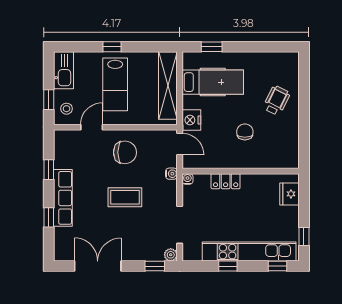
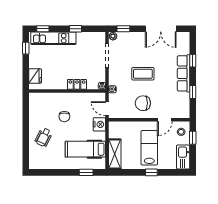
shelving: (168, 85) -> (115, 154), width x0.68
kitchen unit: (249, 252) -> (53, 38), width x0.73

